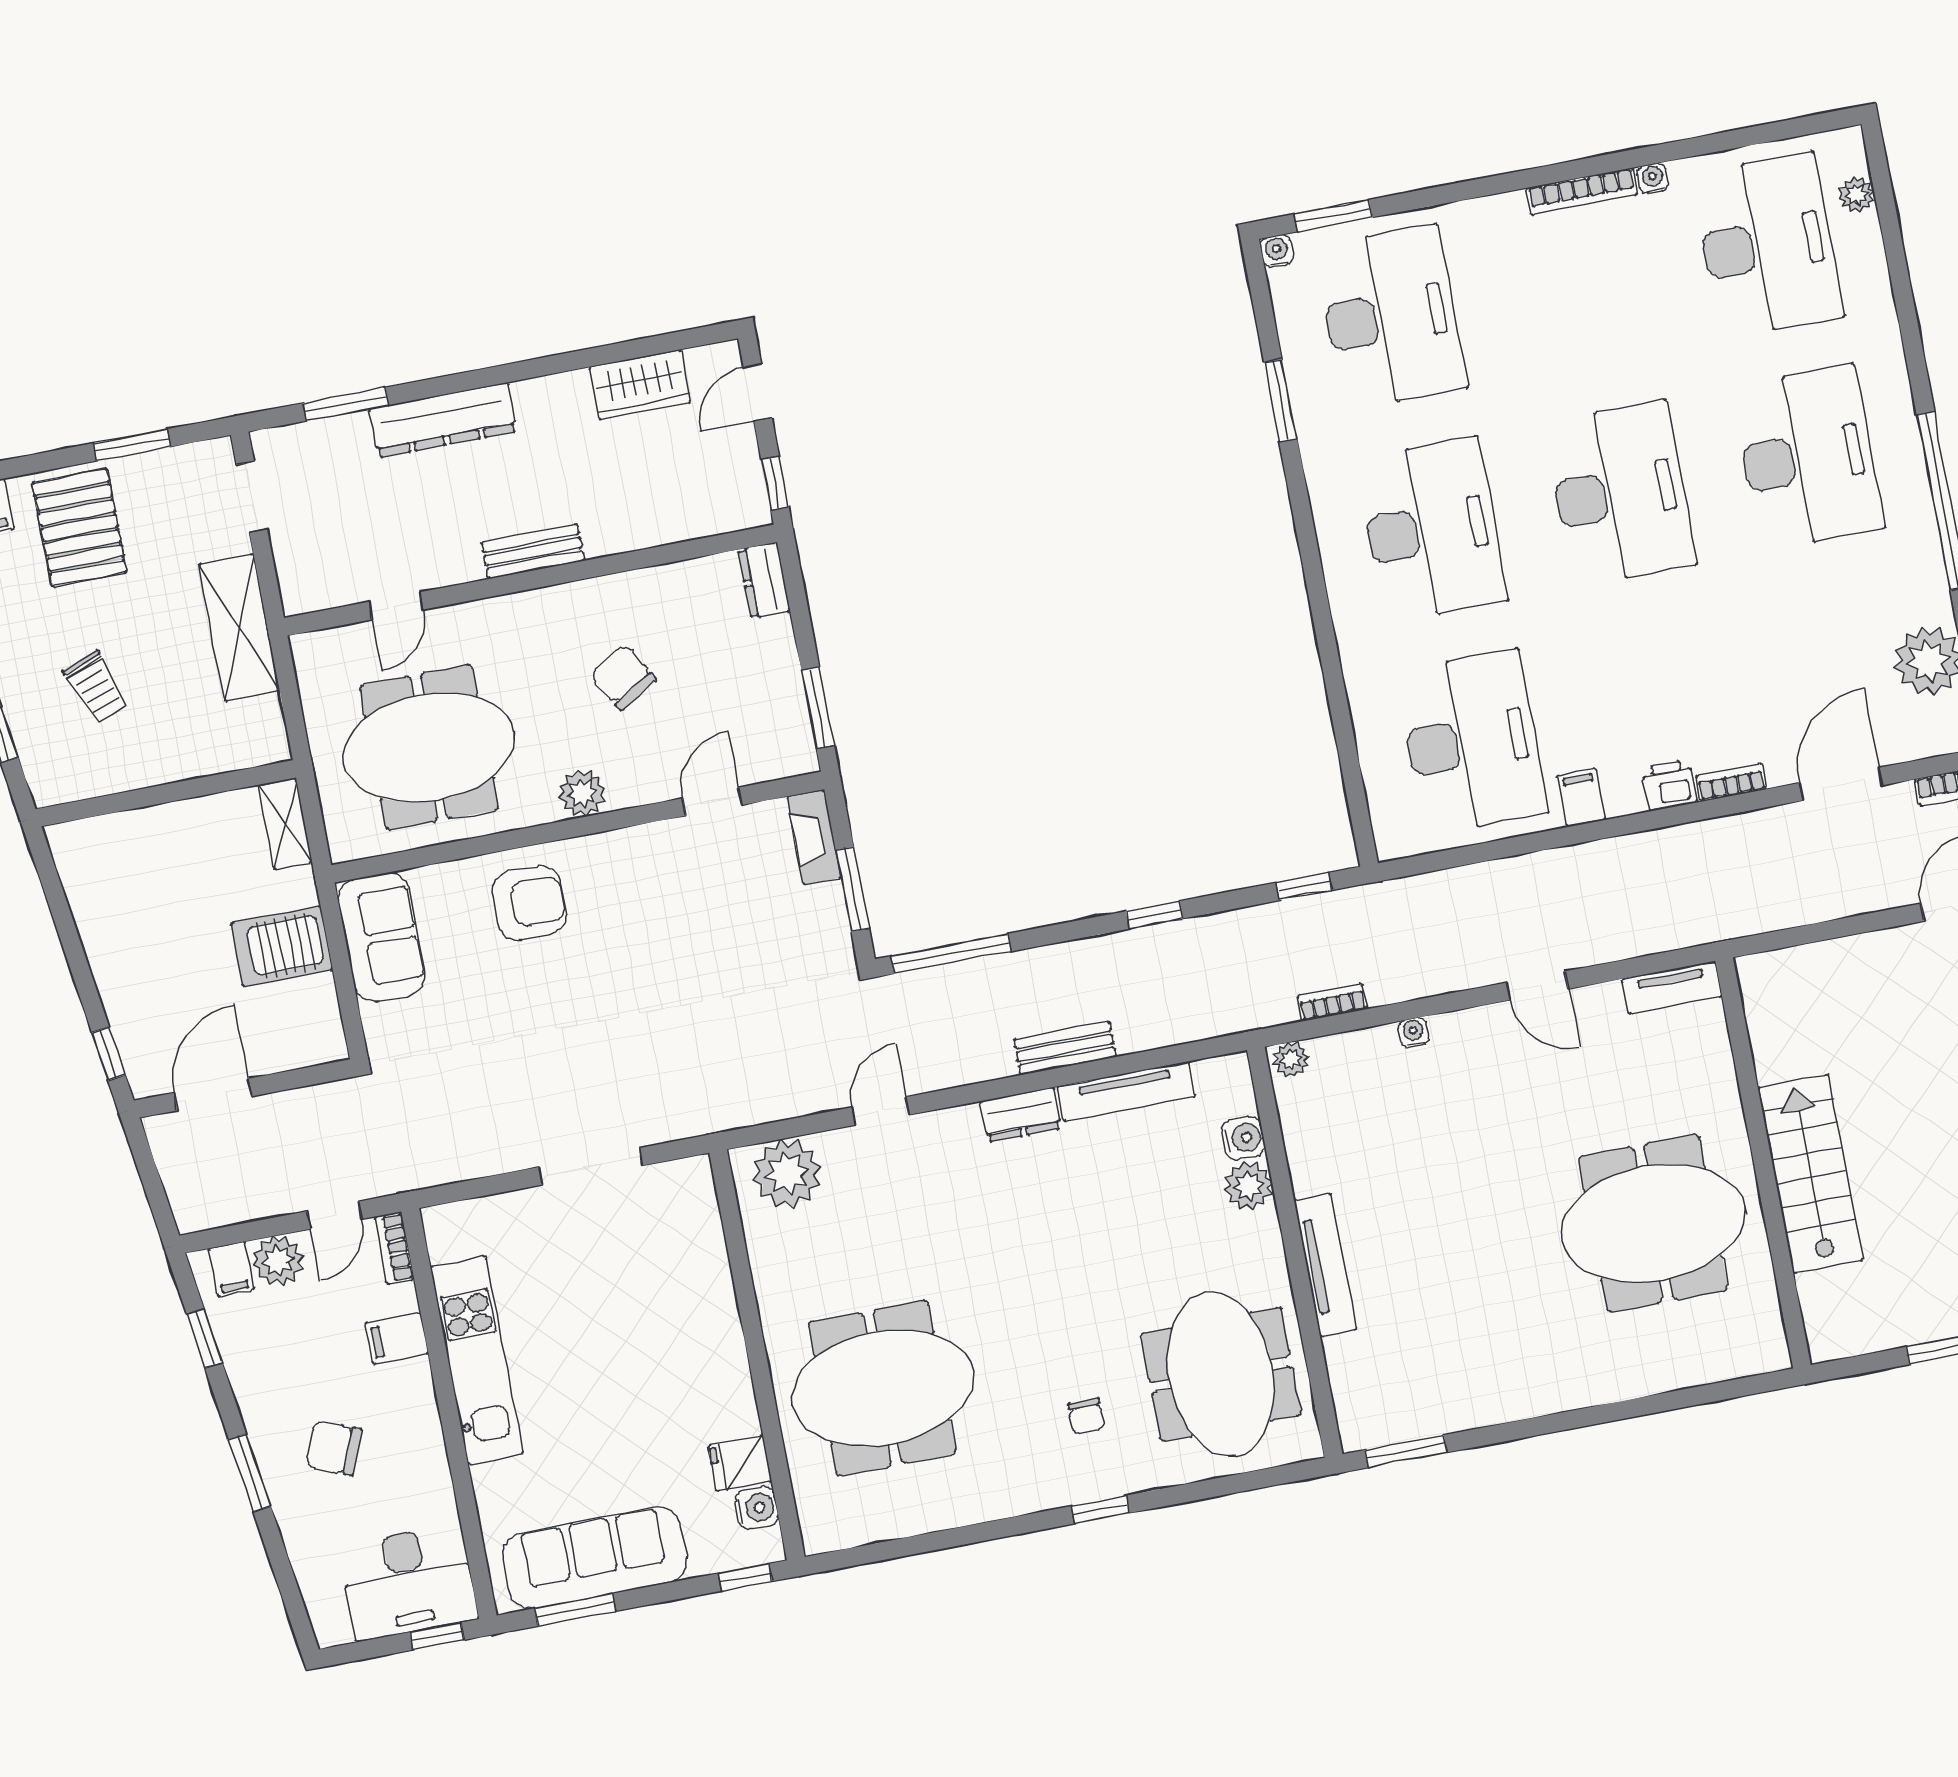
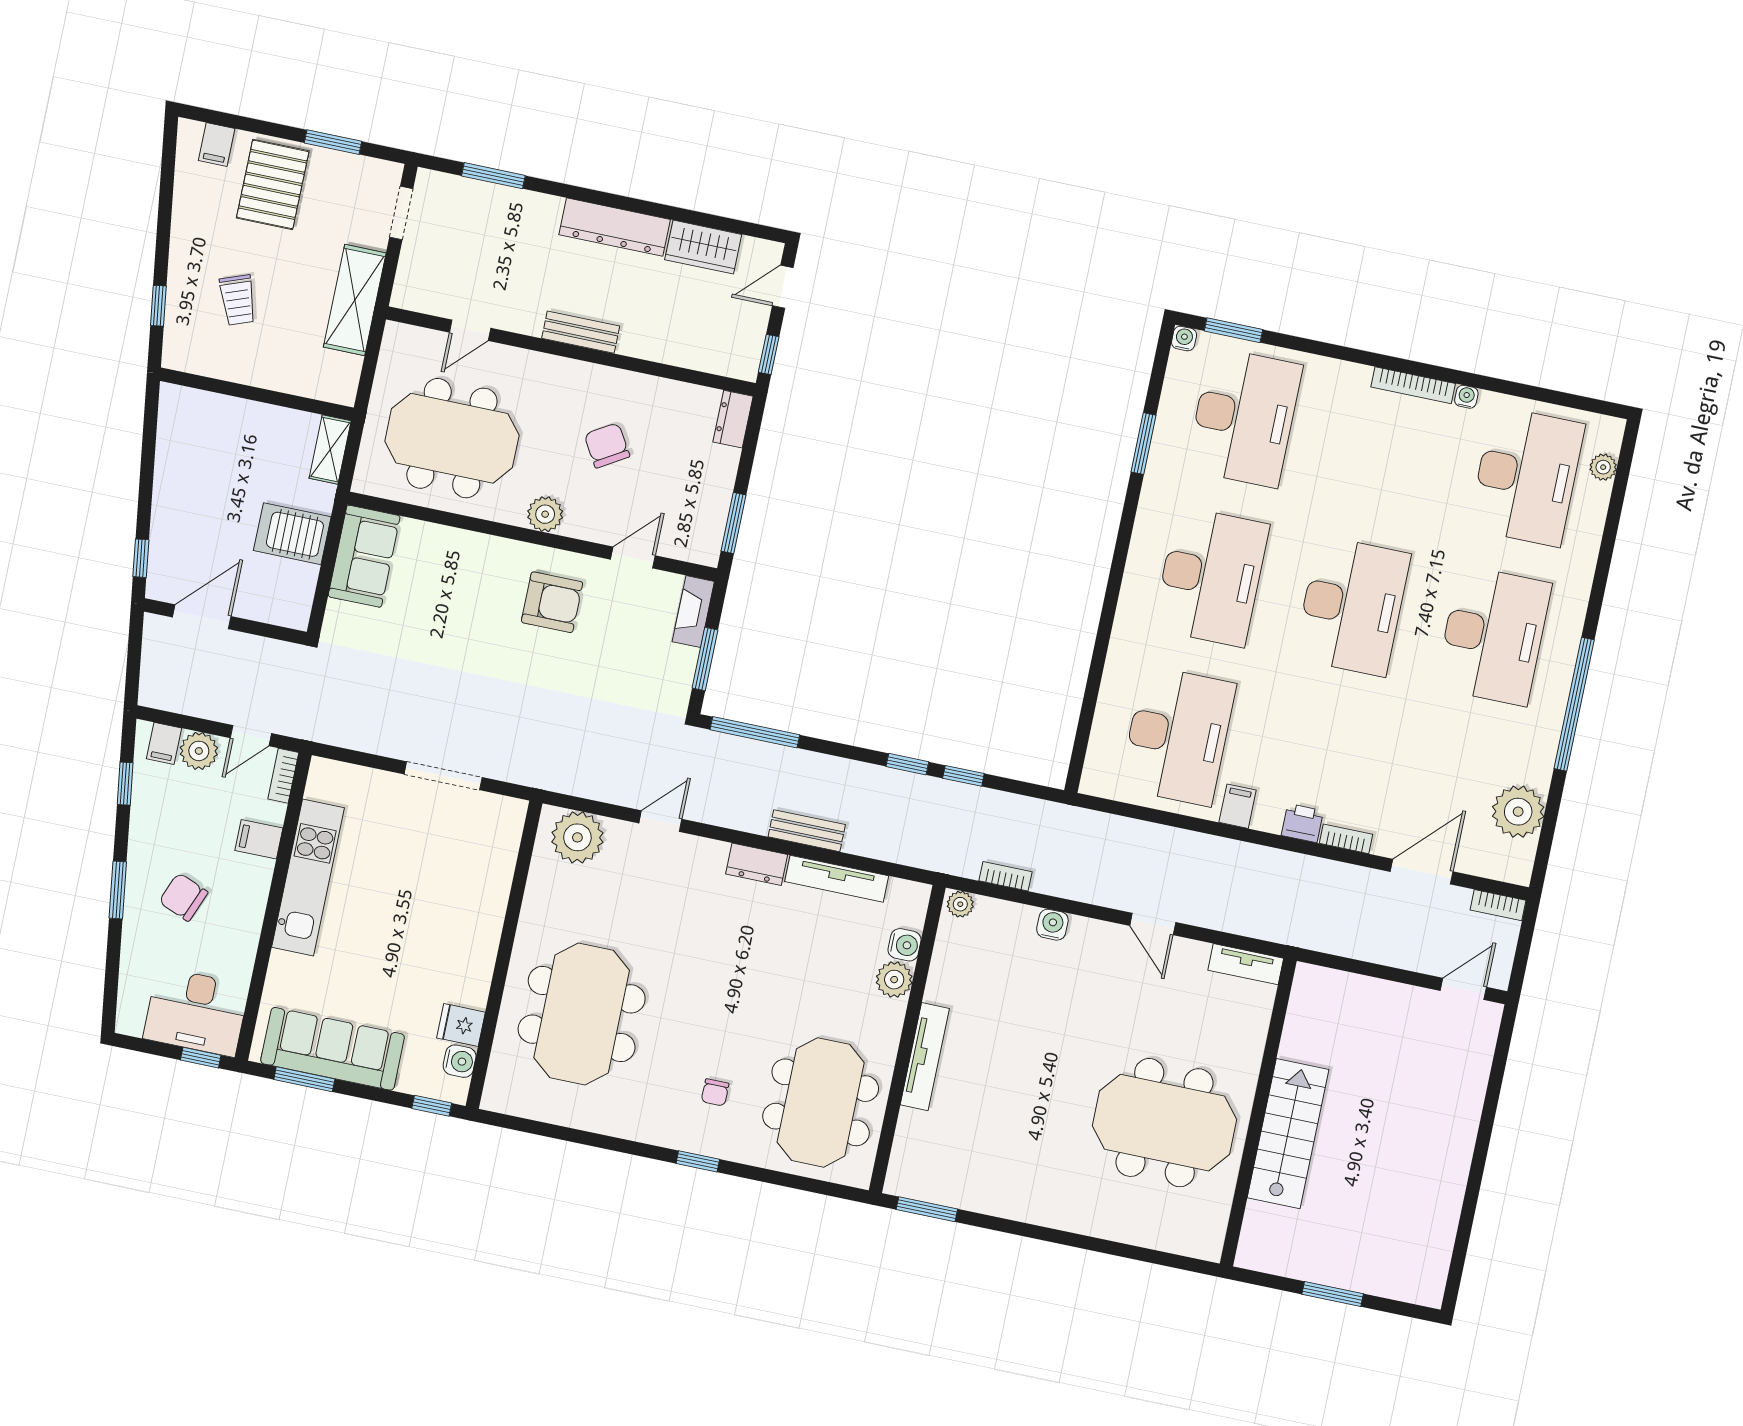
dresser: (443, 420) -> (615, 227), moved
window: (1304, 886) -> (963, 776), moved
armchair: (529, 903) -> (552, 602), moved
water cooler: (1414, 1033) -> (1052, 925), width x1.38, depth x1.38
meeting table: (882, 1388) -> (582, 1014), turned 90

